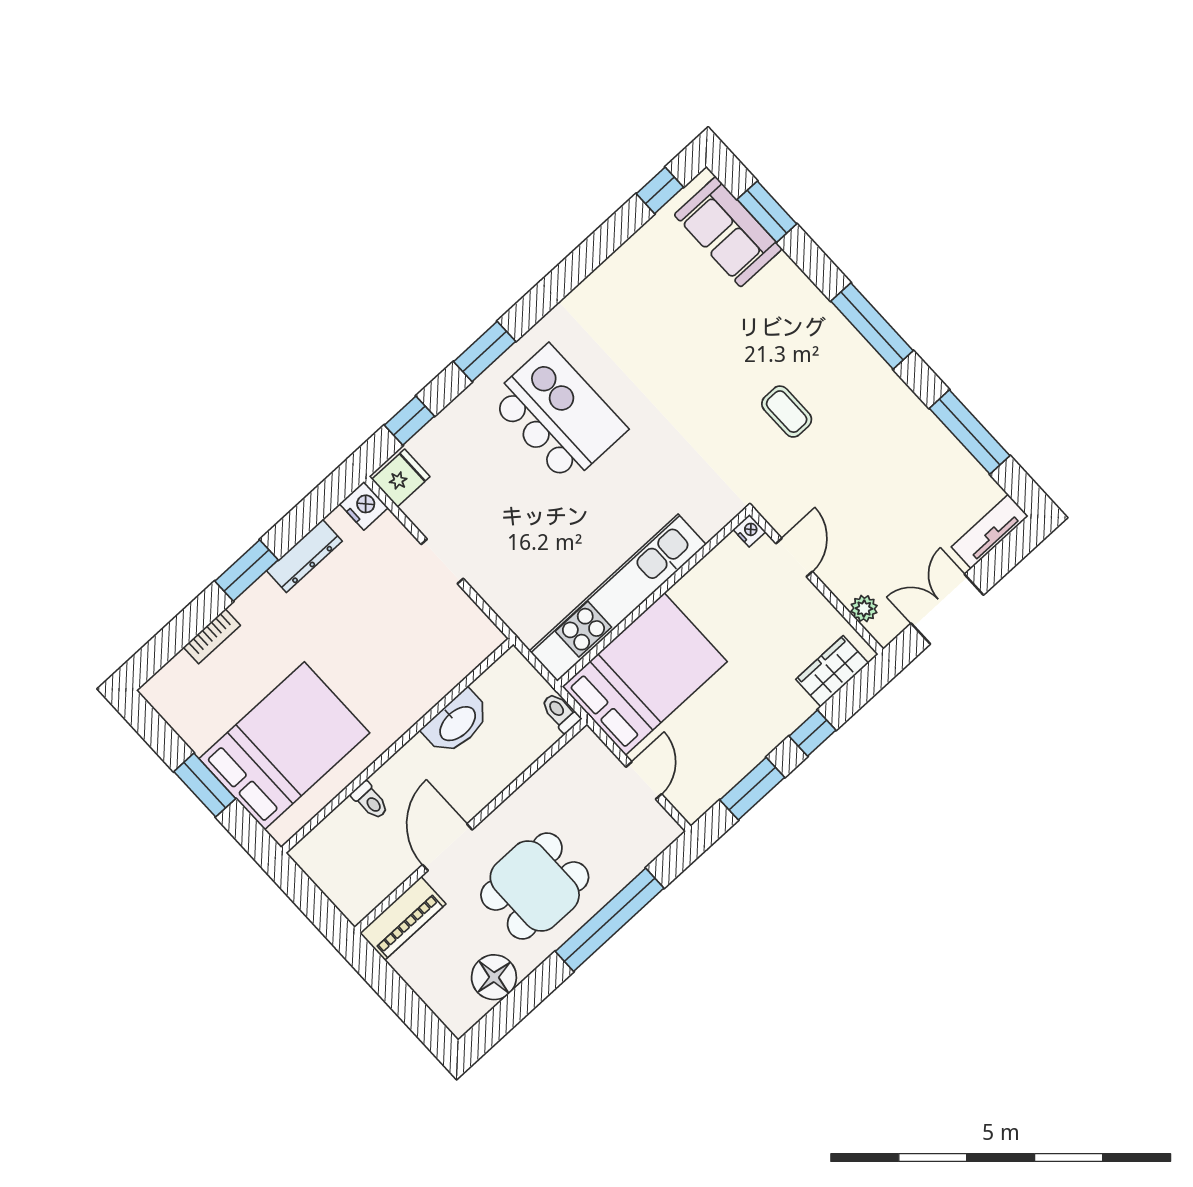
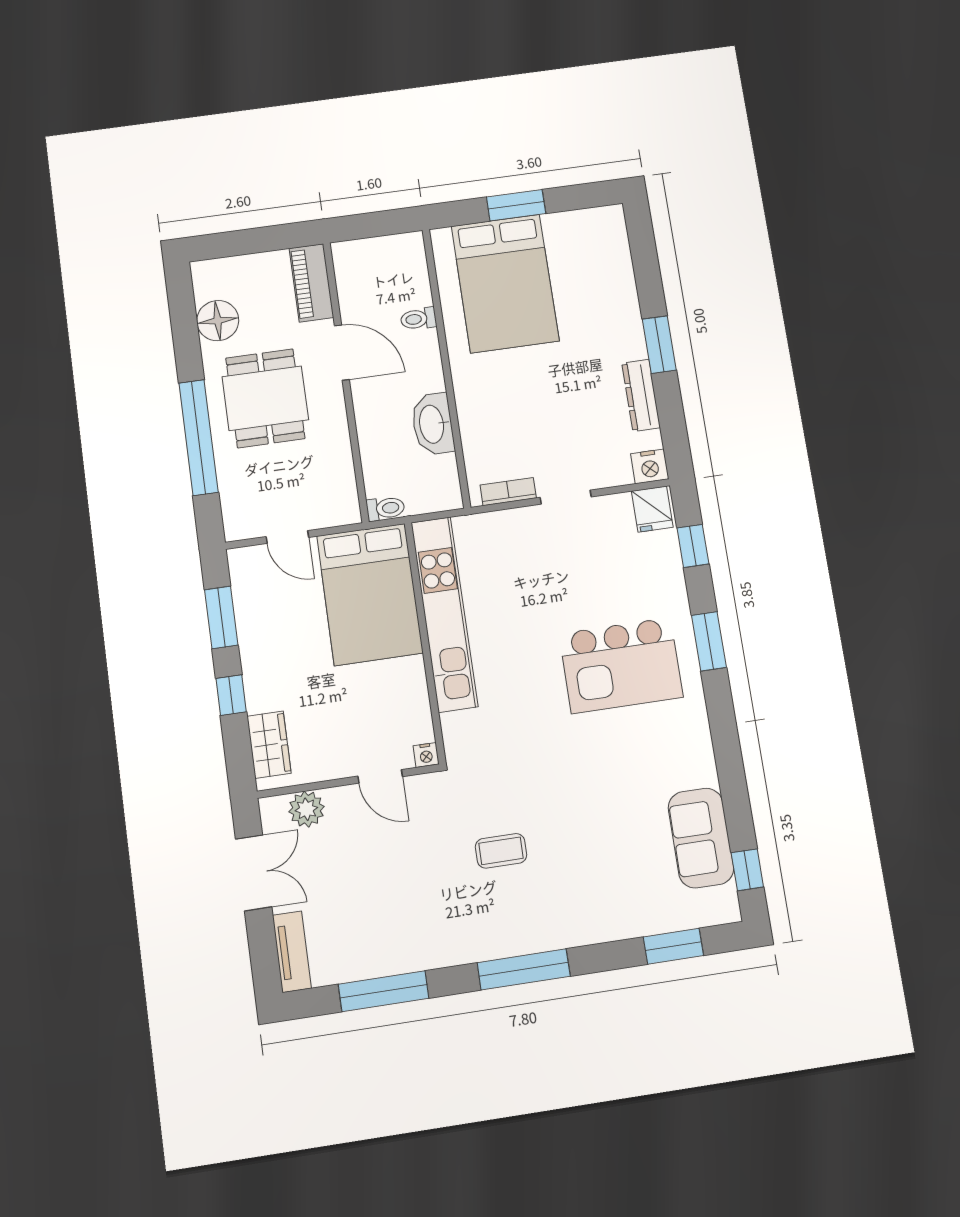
sofa: (728, 232) -> (701, 838), moved, turned -90
plant: (864, 609) -> (306, 809), width x1.38, depth x1.38
bookcase: (212, 636) -> (508, 491), moved, turned 90

